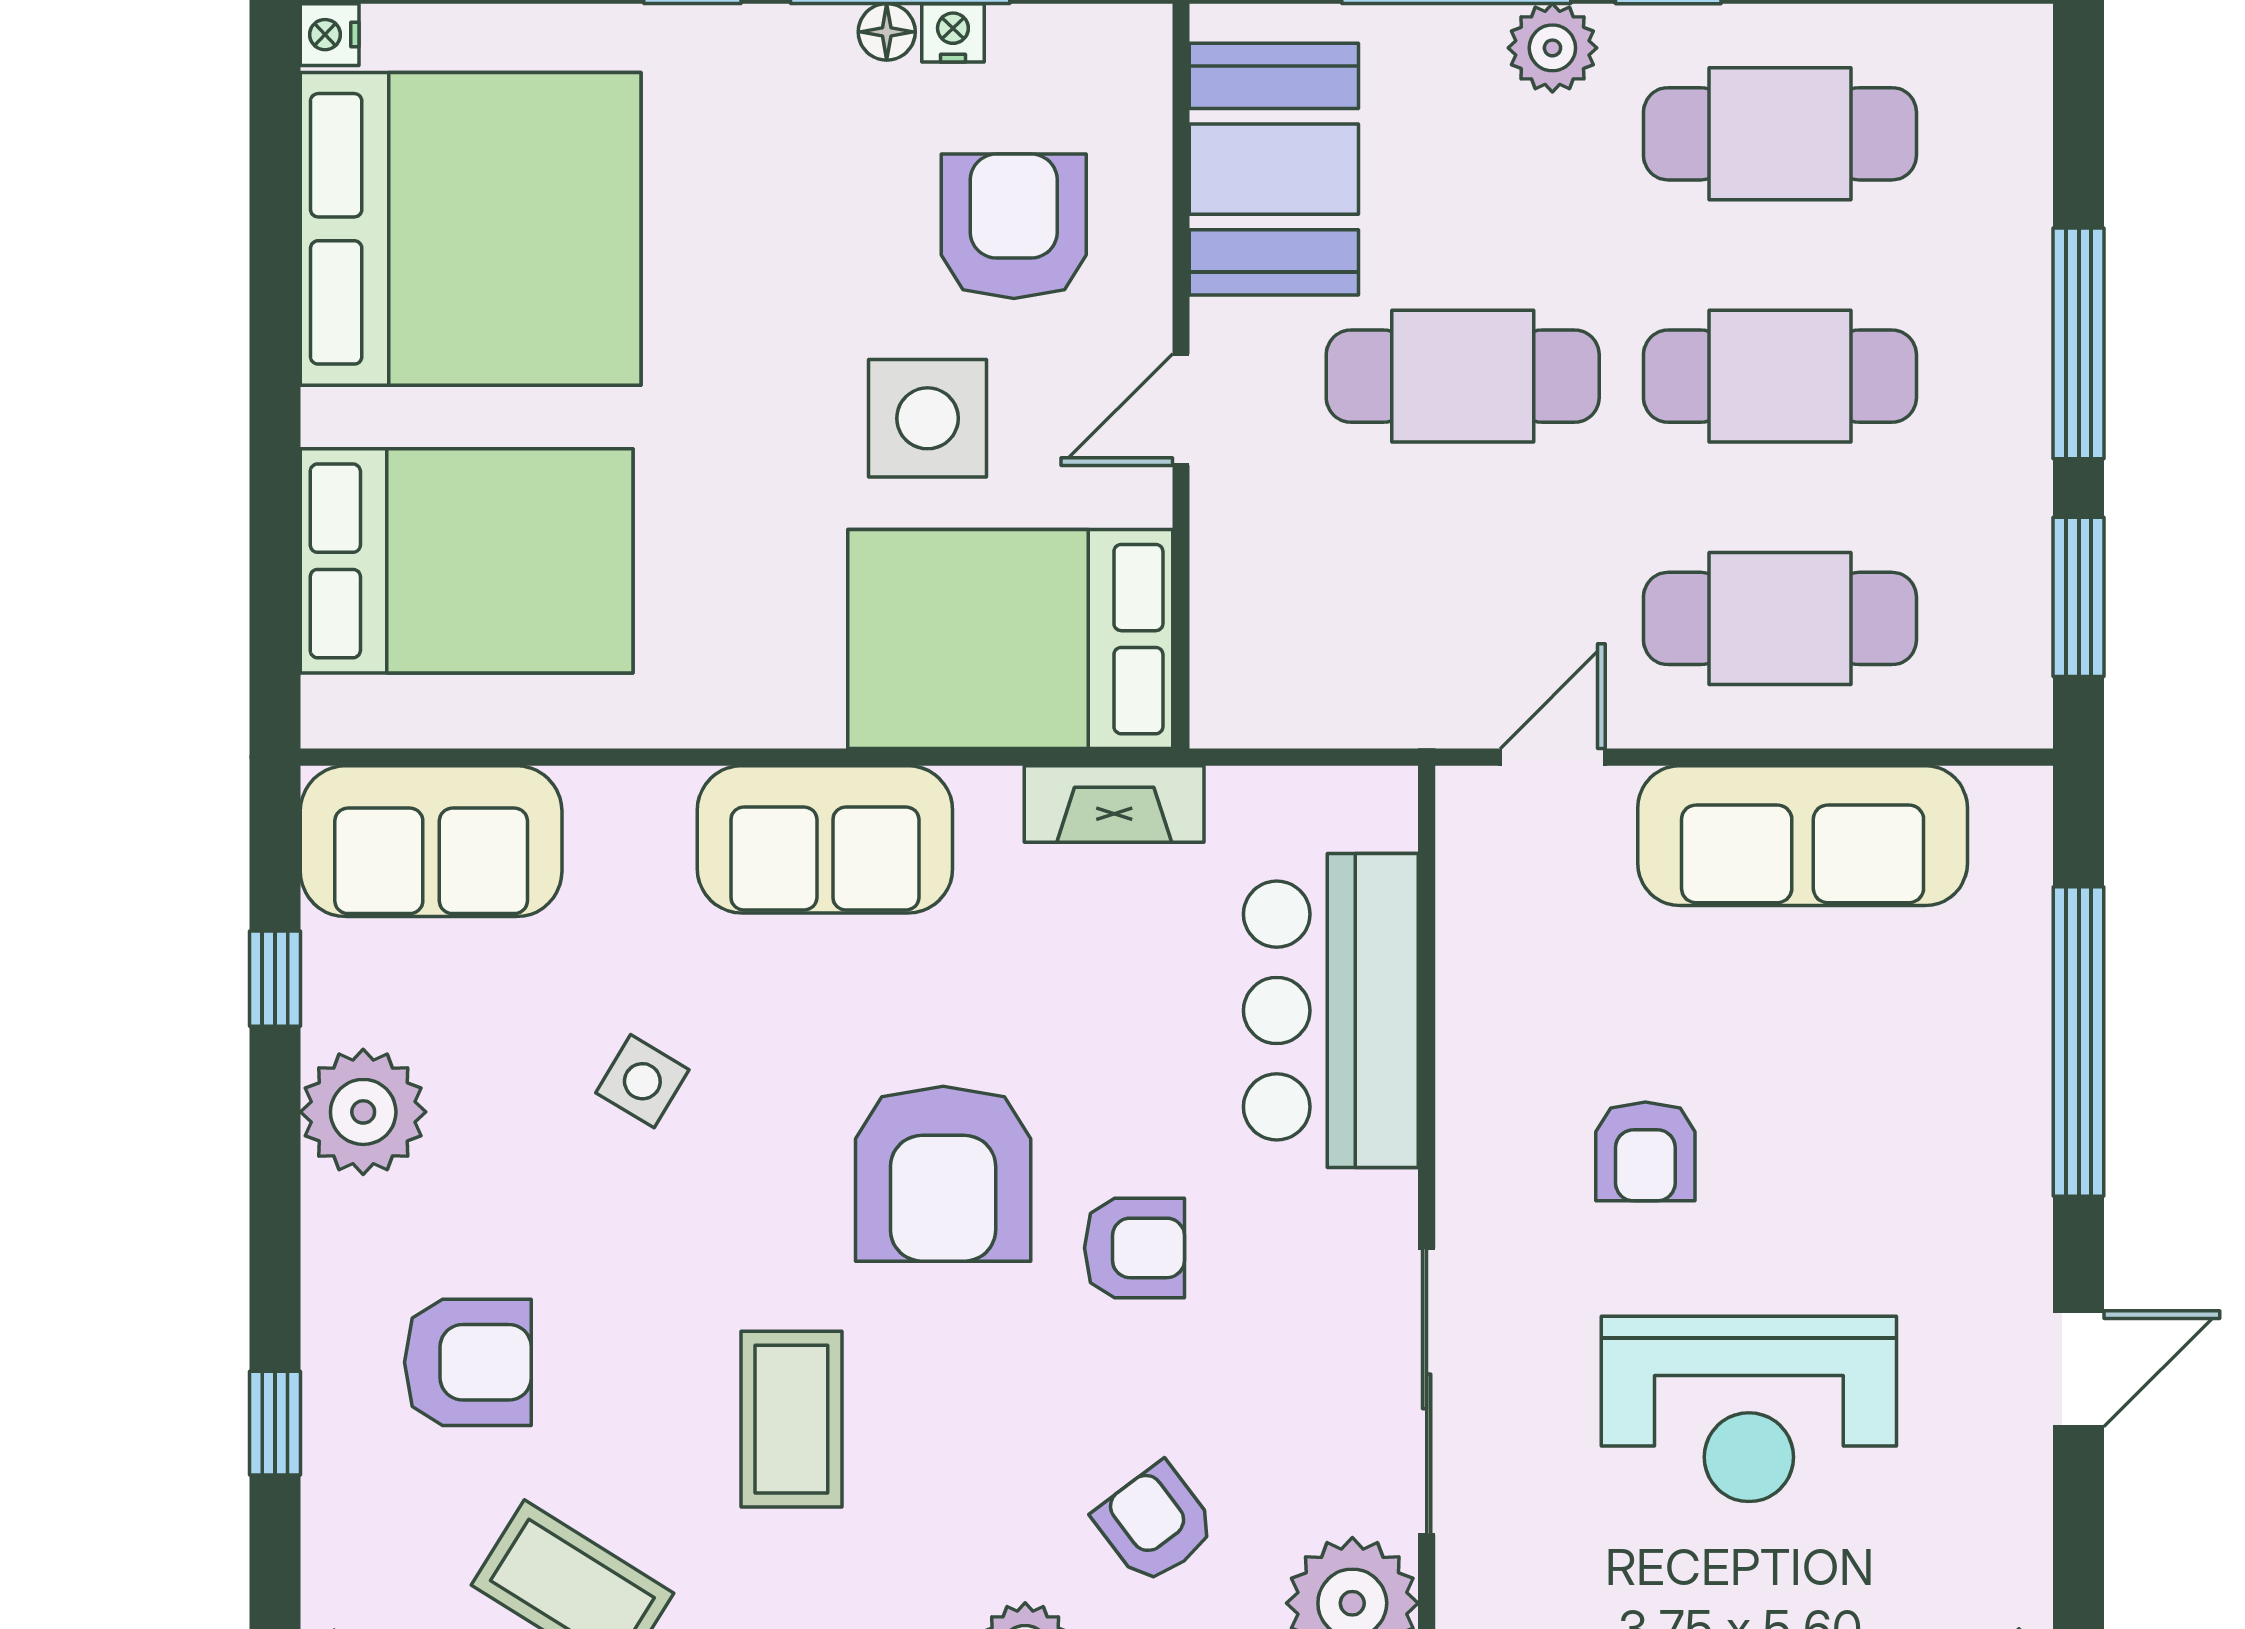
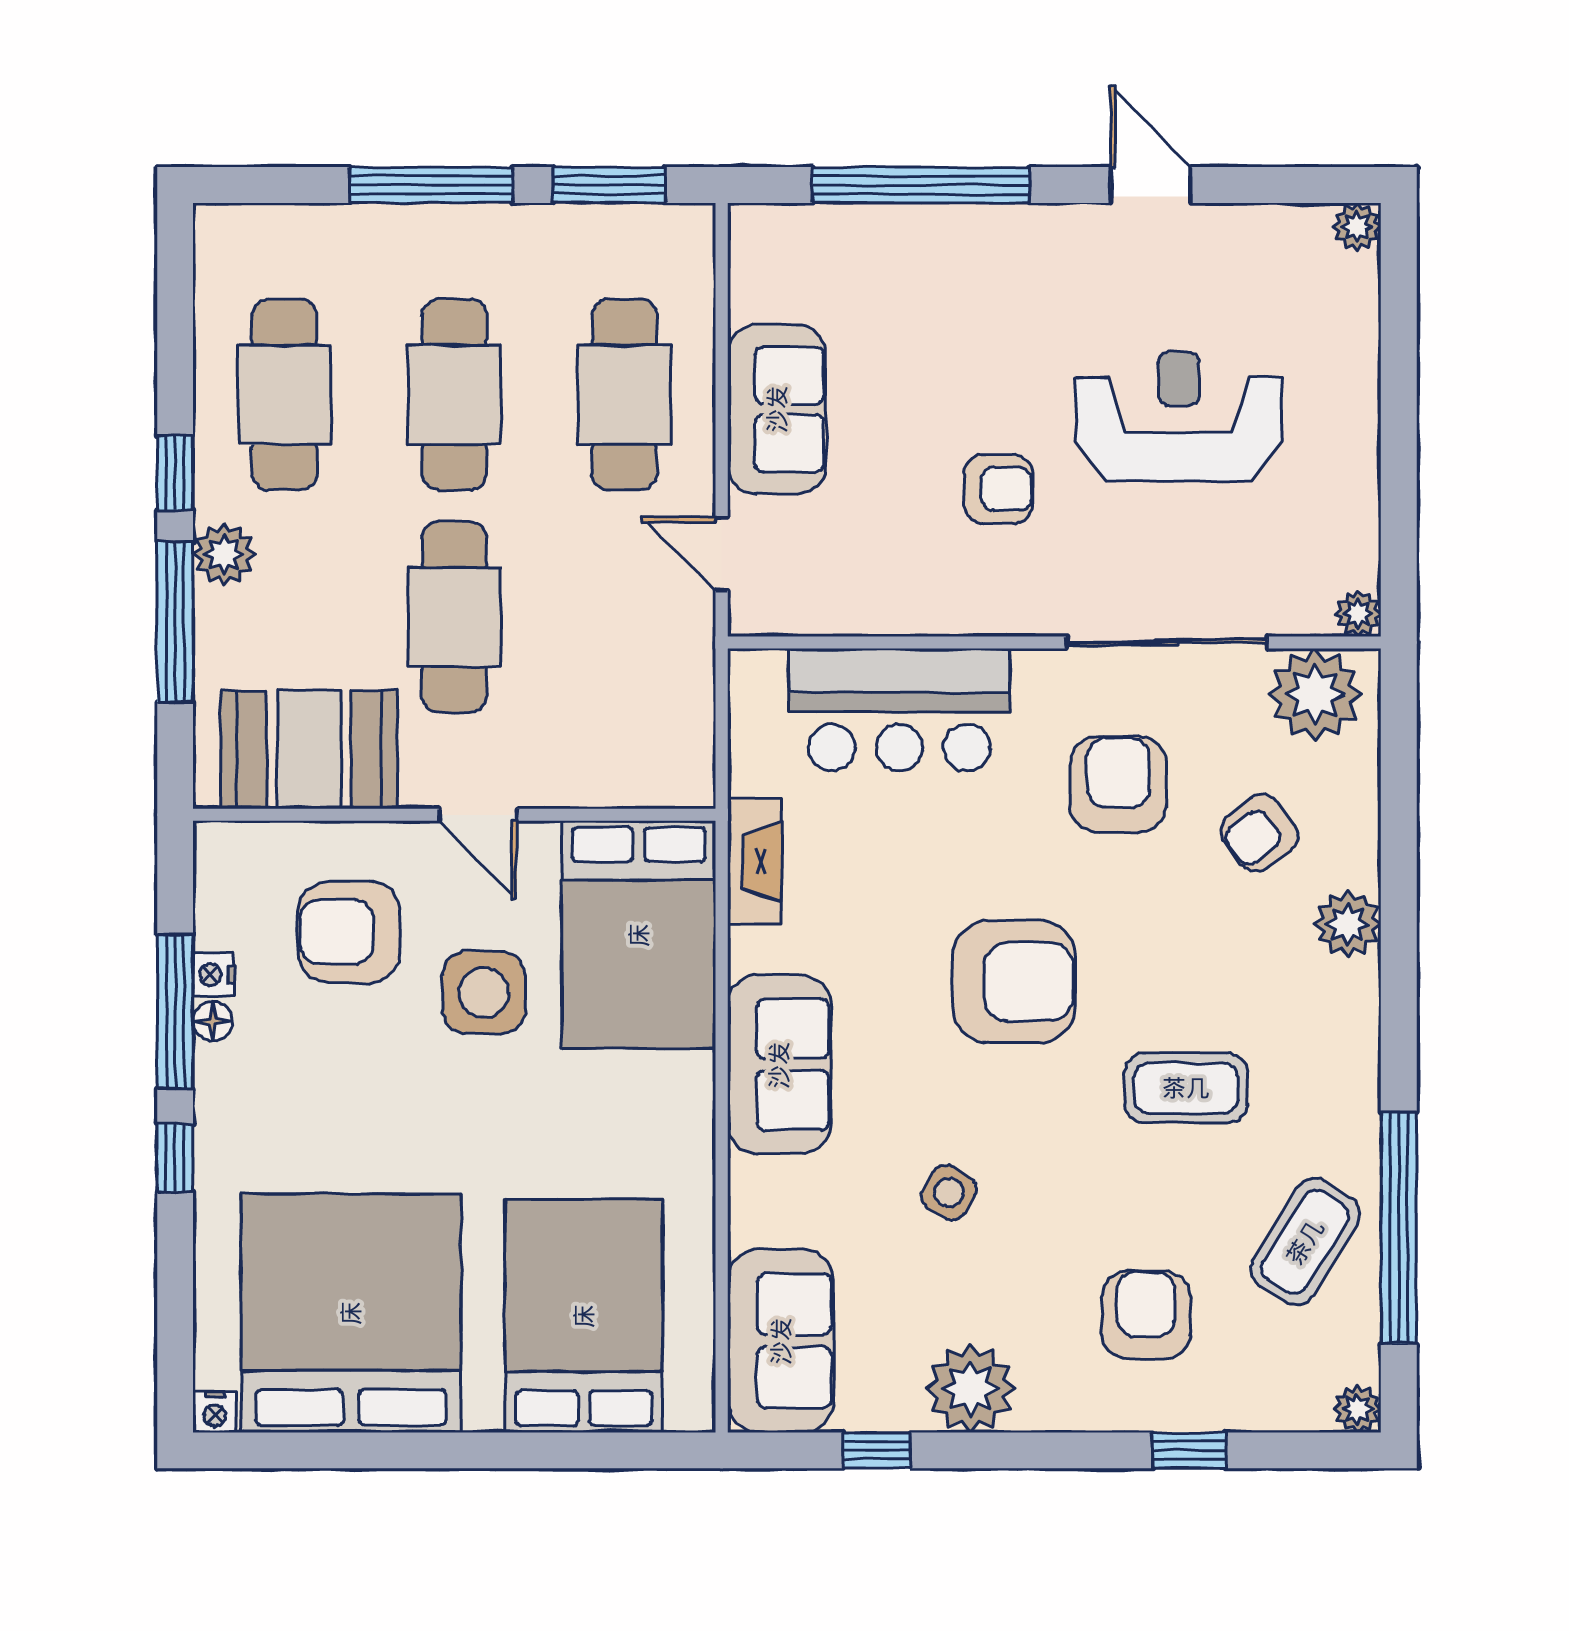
sofa: (1803, 836) -> (777, 409), width x0.73
armchair: (1134, 1248) -> (1118, 784), moved, width x1.38, depth x1.38
reception desk: (1749, 1409) -> (1179, 416), turned -90

